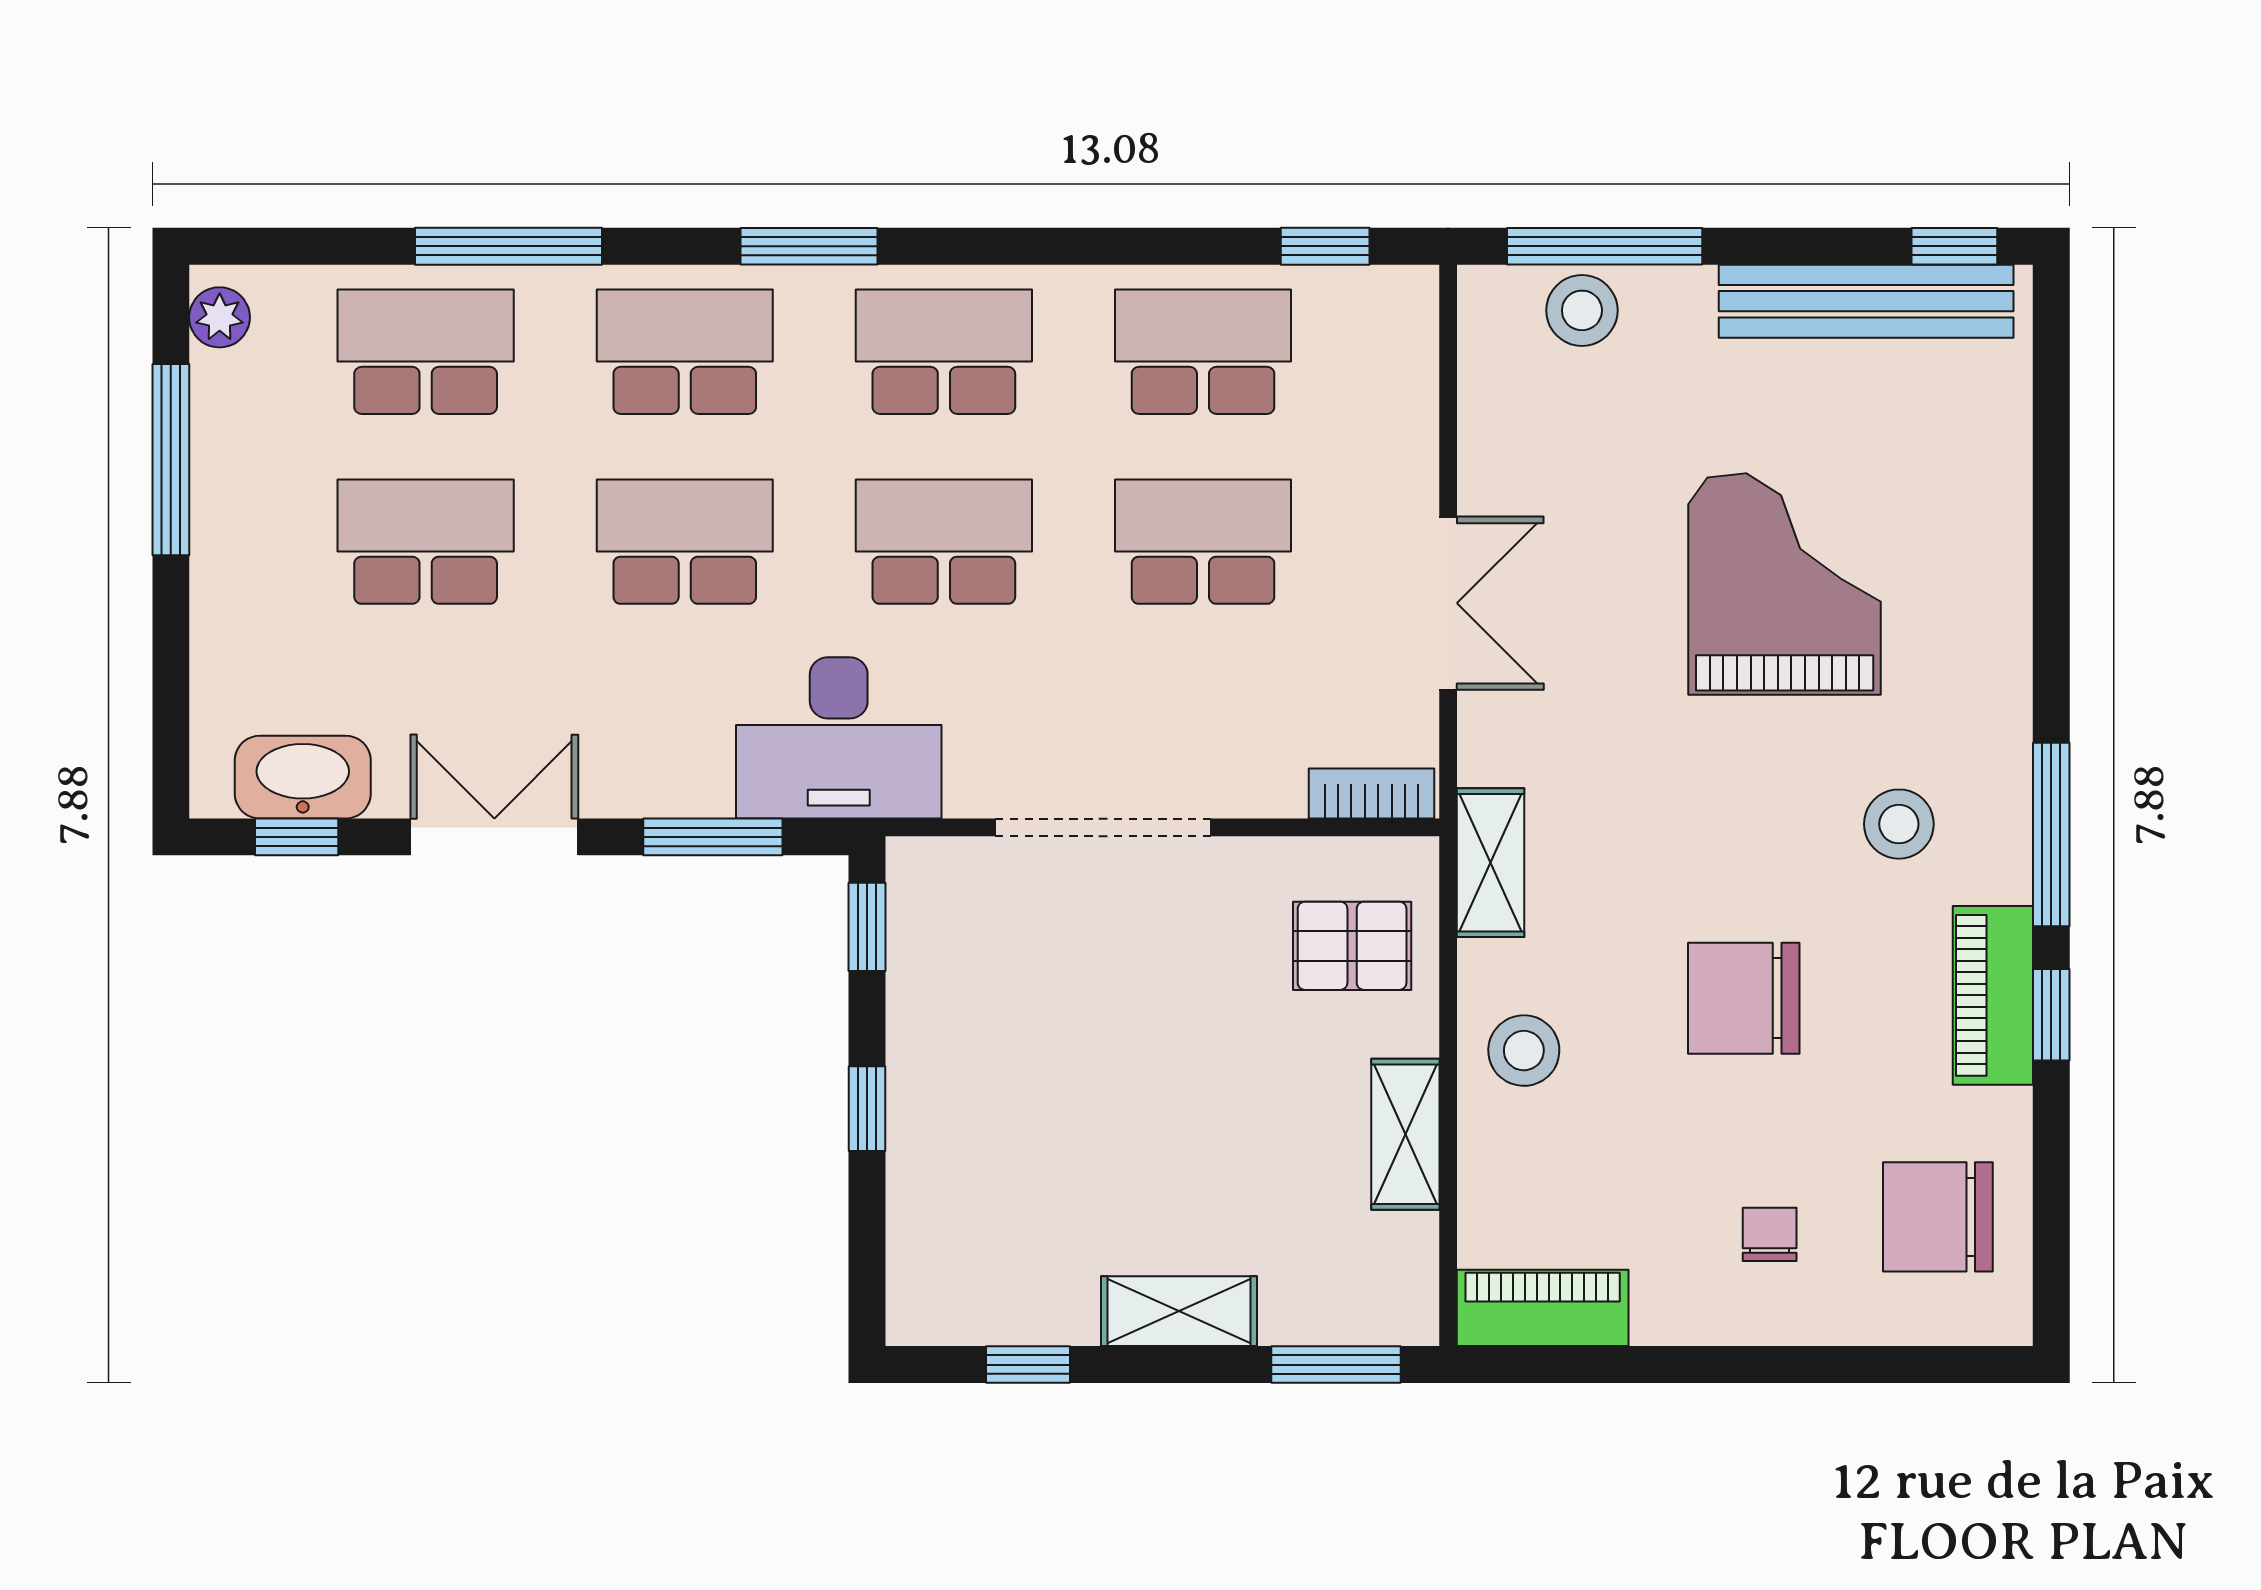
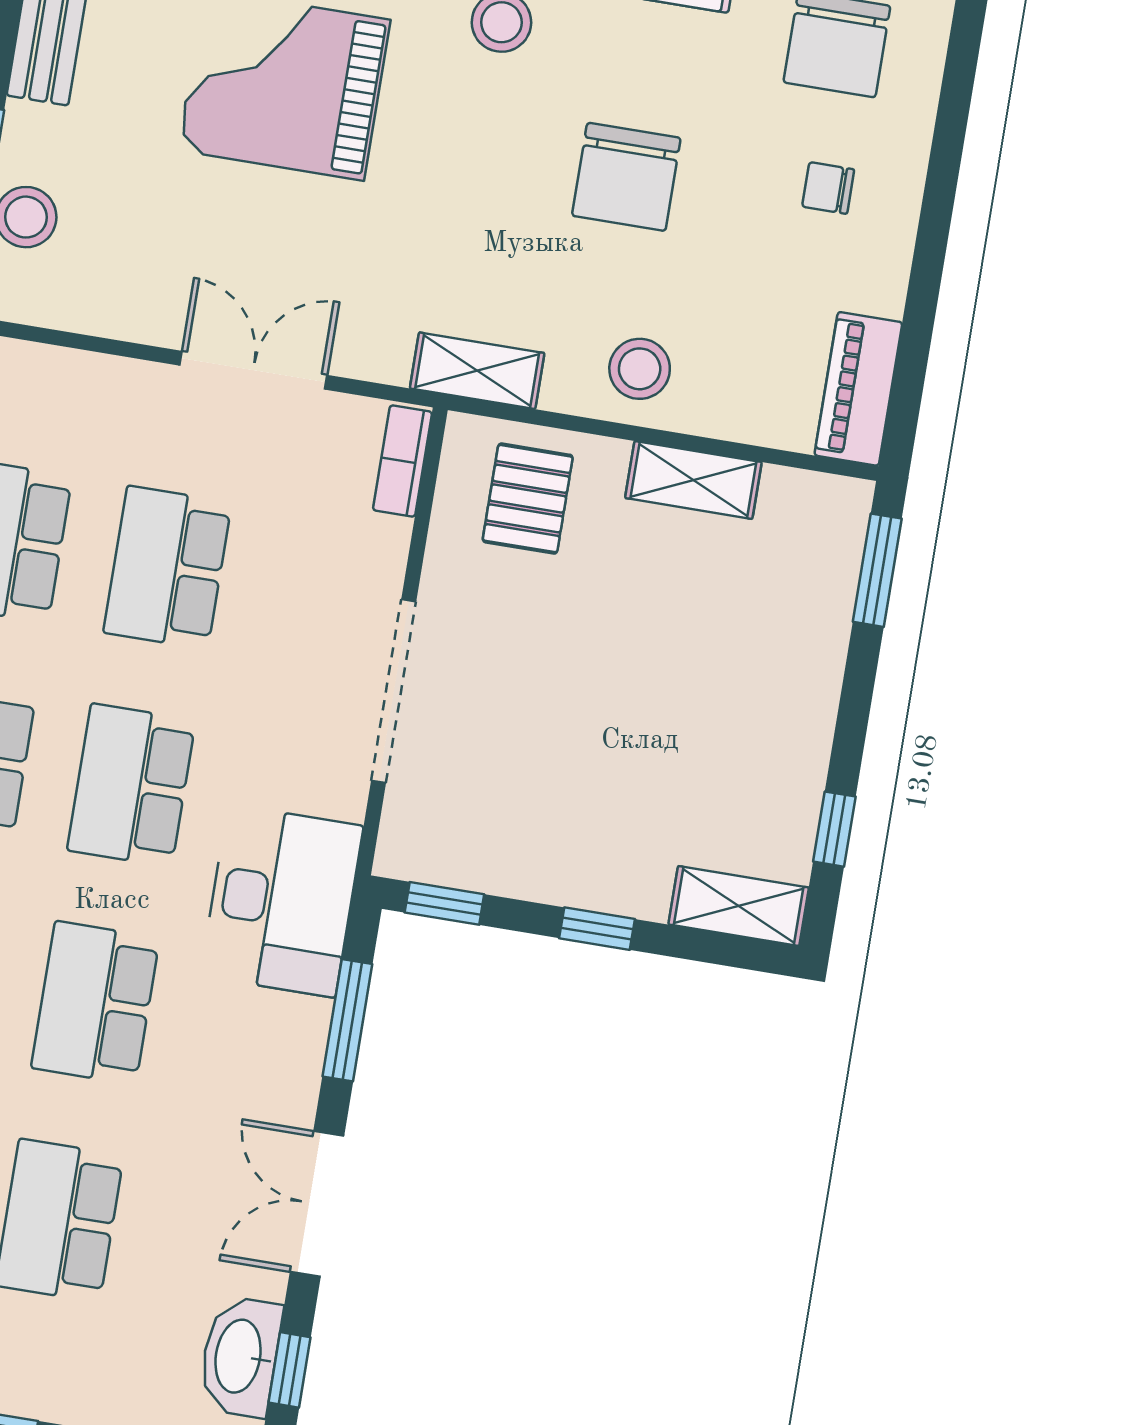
shelving: (1179, 1311) -> (739, 906), moved, turned 90

